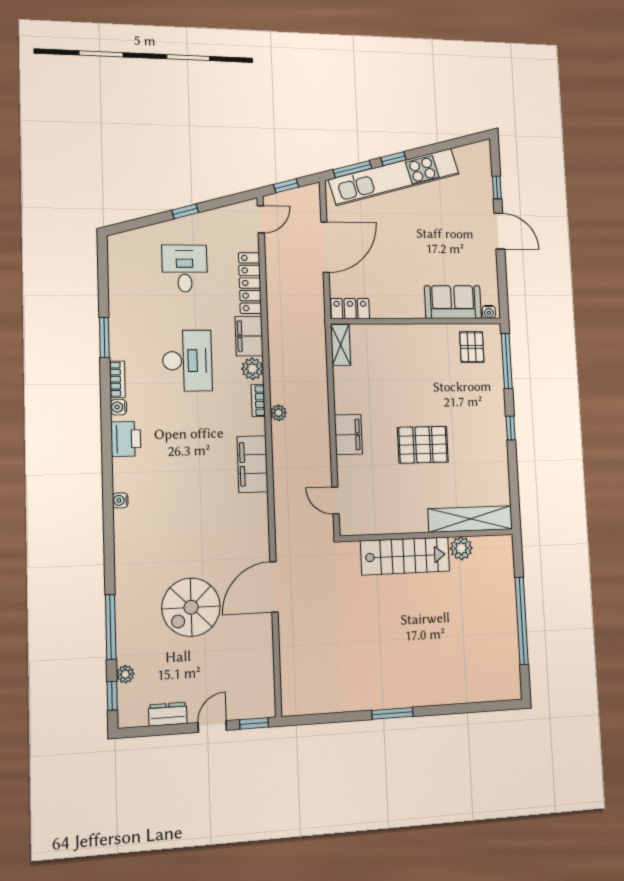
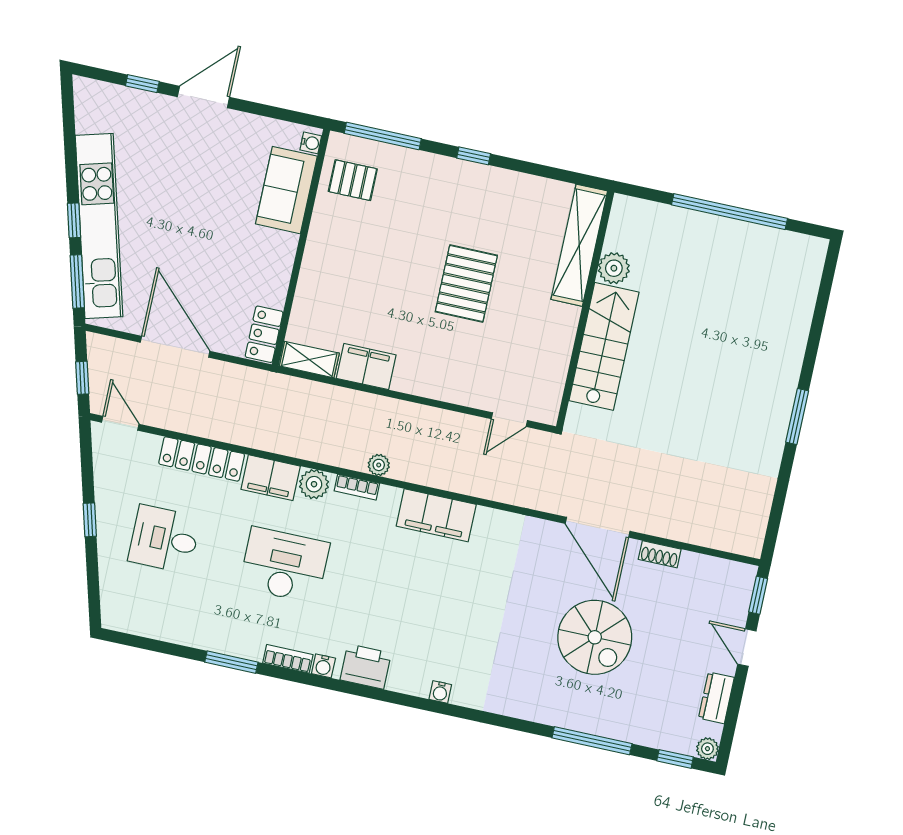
filing cabinet: (348, 435) -> (366, 367), moved
shoe rack: (266, 639) -> (660, 554), added
plant: (125, 674) -> (707, 749), moved

